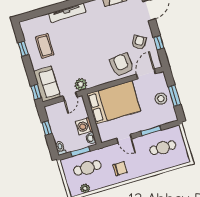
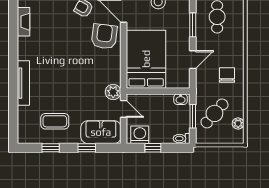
armchair: (122, 65) -> (104, 36), turned 104
window: (36, 92) -> (87, 148), moved
washing machine: (84, 126) -> (140, 135), moved, turned 180
cafe table: (87, 168) -> (214, 113), turned 41

